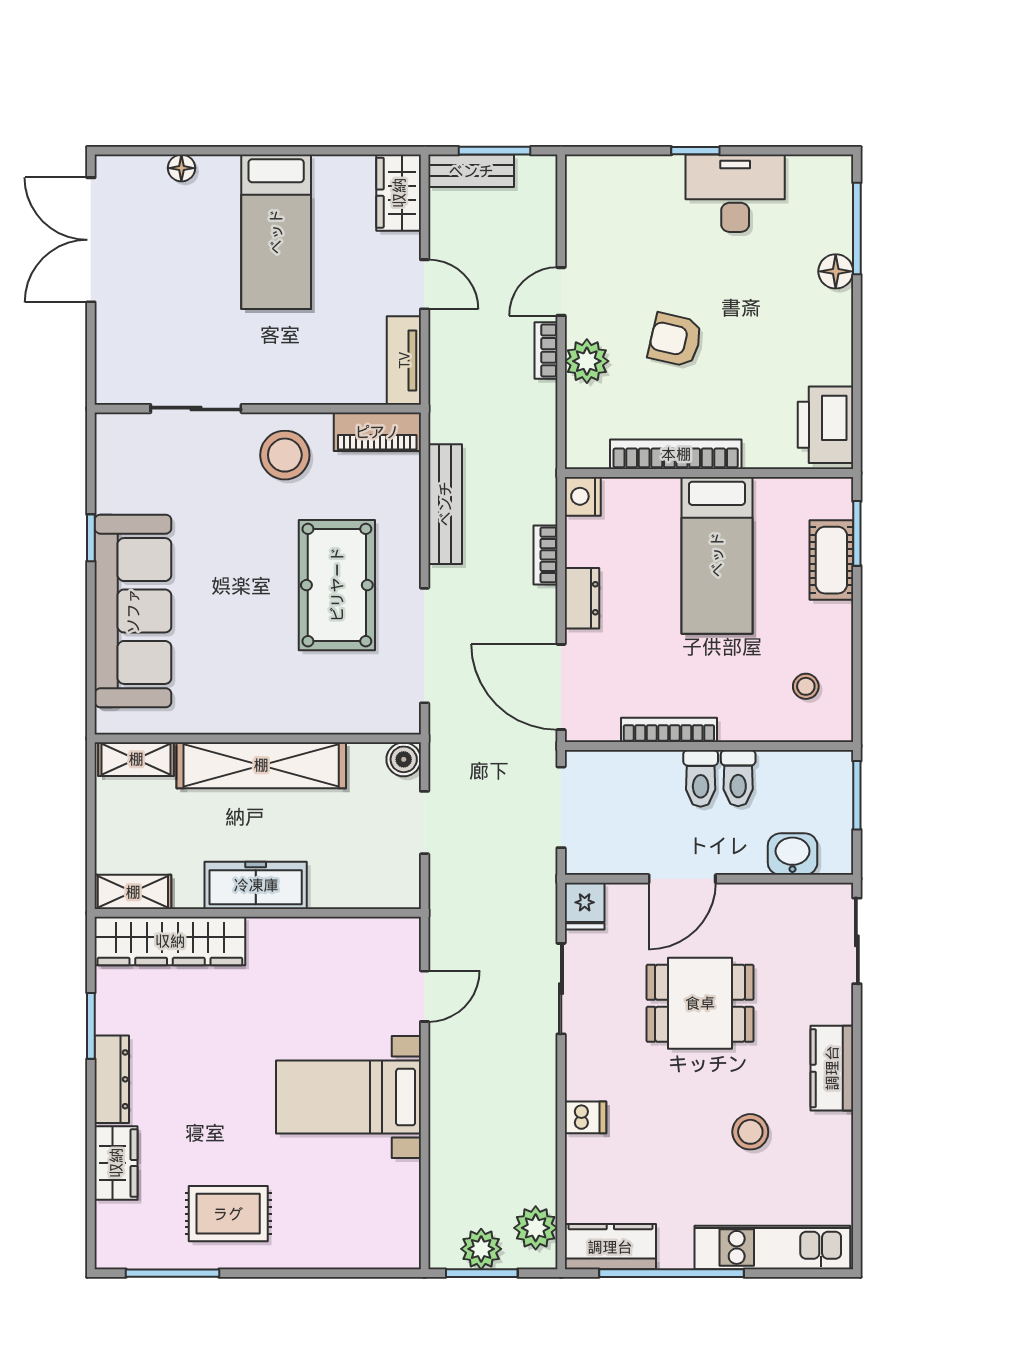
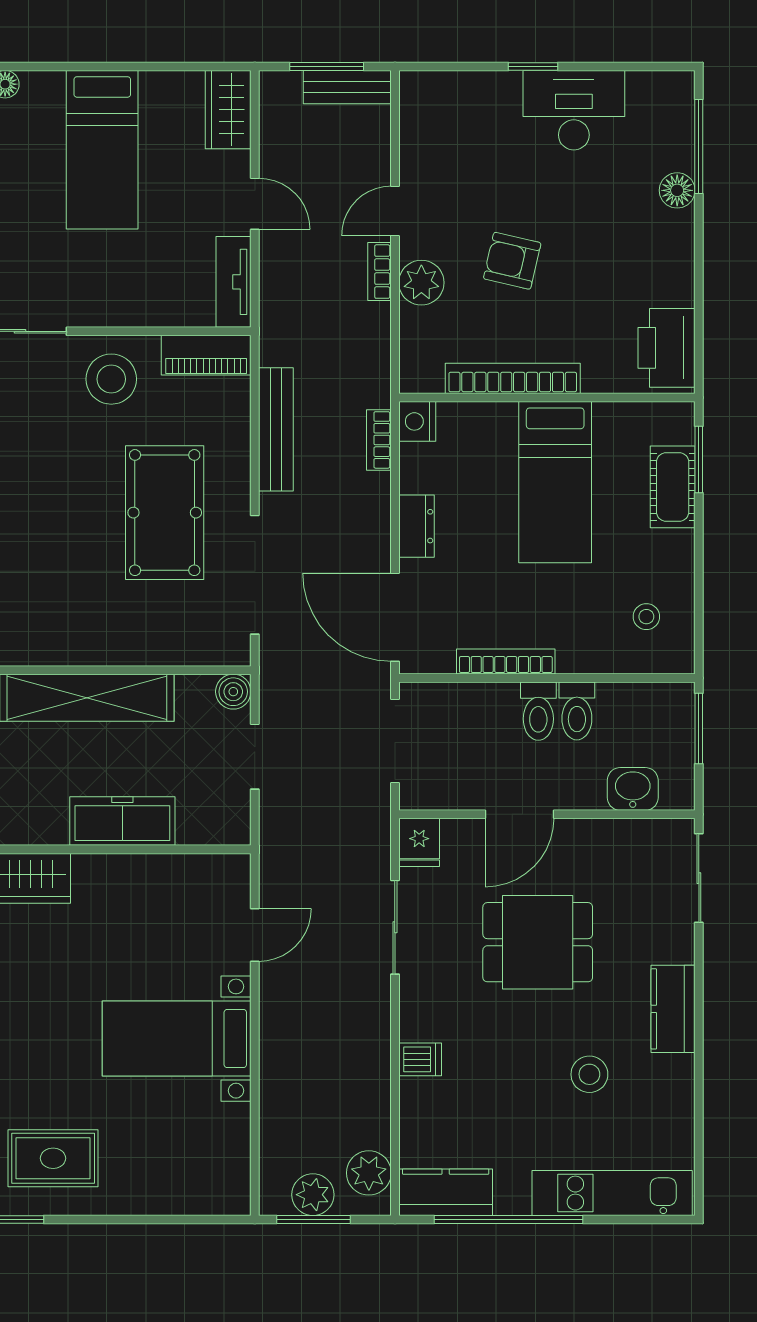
bench: (471, 171) -> (347, 87), moved
bookcase: (545, 555) -> (379, 440), moved
freezer: (256, 885) -> (122, 821), moved

